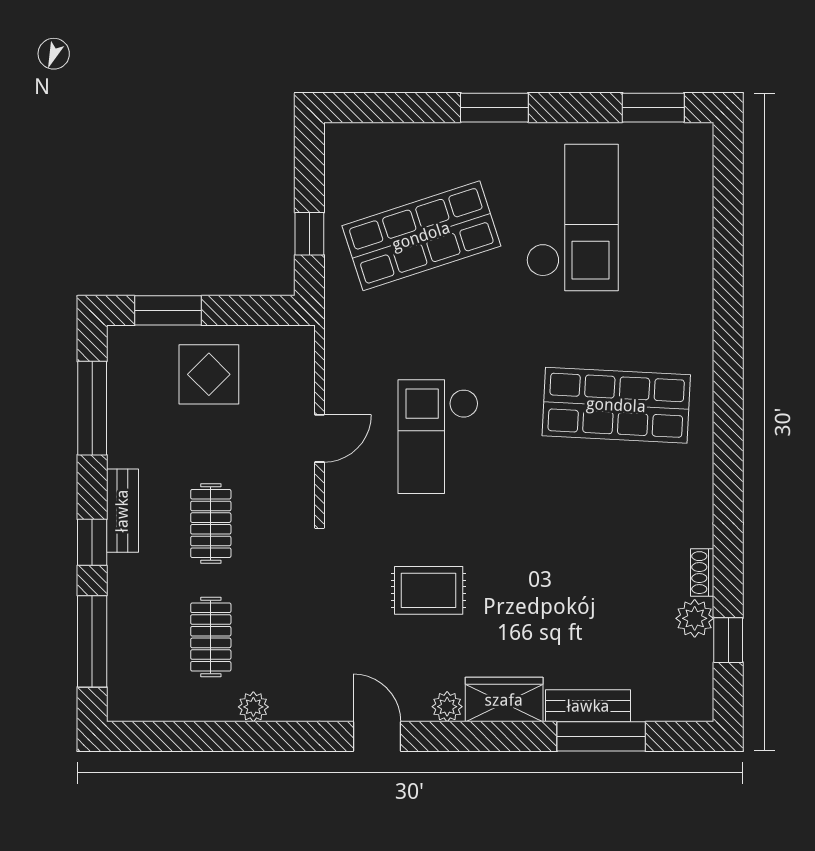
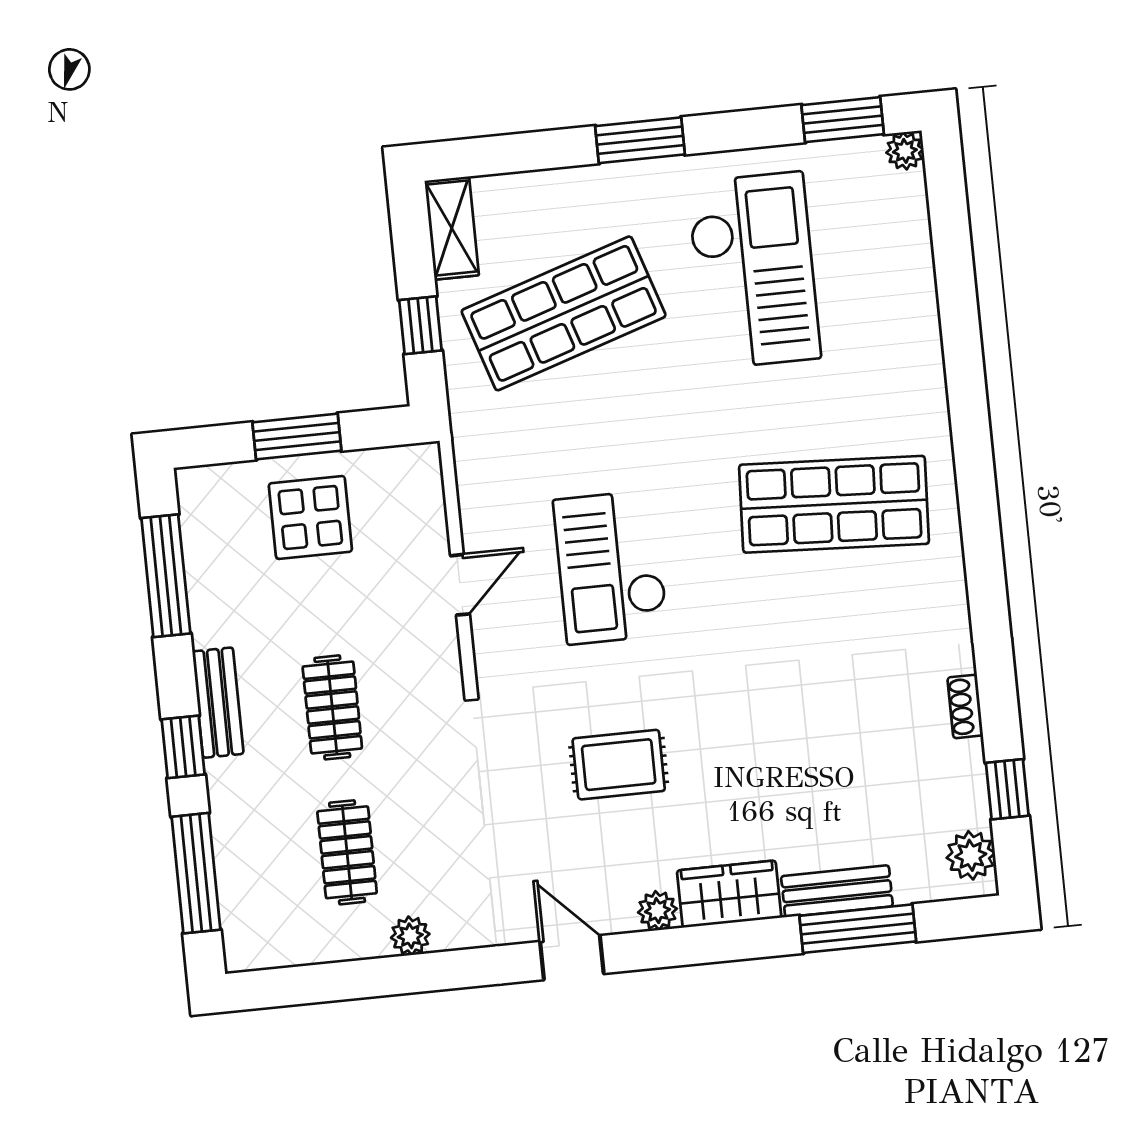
plant: (699, 137) -> (905, 151), added
shelving: (341, 161) -> (452, 228), added
window: (168, 310) -> (297, 437), moved
plant: (695, 618) -> (971, 855), moved

